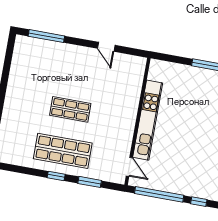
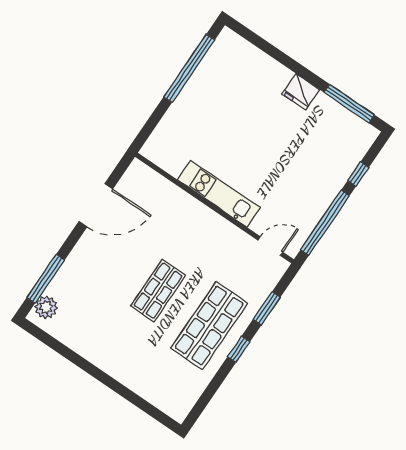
plant: (29, 44) -> (46, 307), added
door: (106, 47) -> (96, 205), width x1.88
kitchen unit: (148, 120) -> (219, 194), width x0.73

